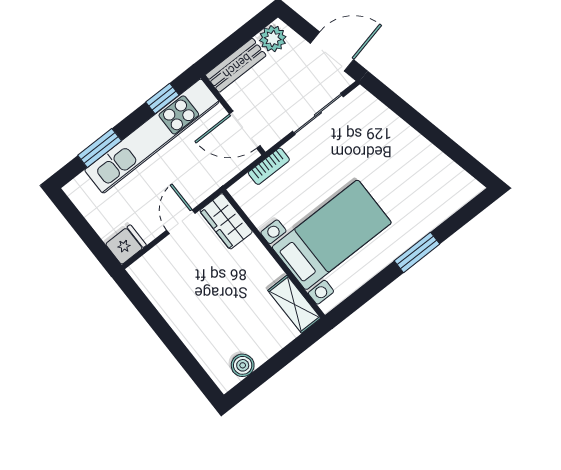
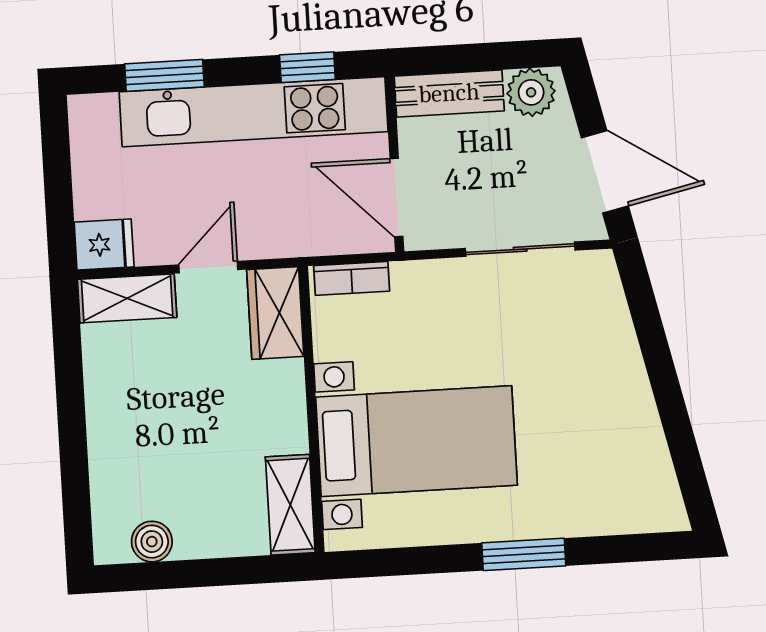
bookcase: (269, 166) -> (352, 278), moved
shelving: (154, 262) -> (127, 298), added

